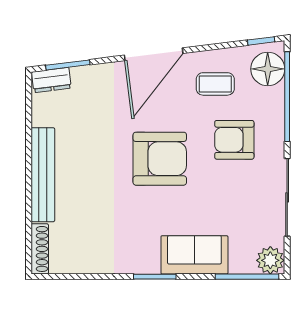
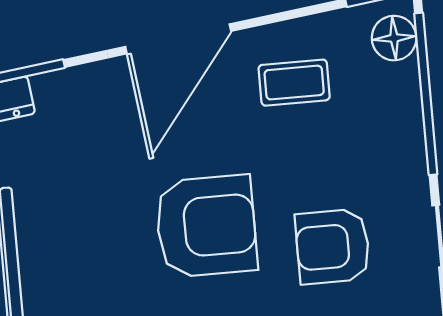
floor lamp: (268, 69) -> (394, 38), width x0.73, depth x0.73
armchair: (234, 140) -> (333, 246), moved

